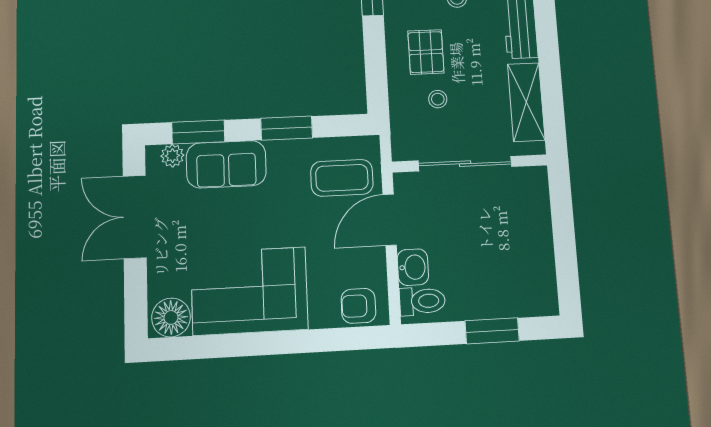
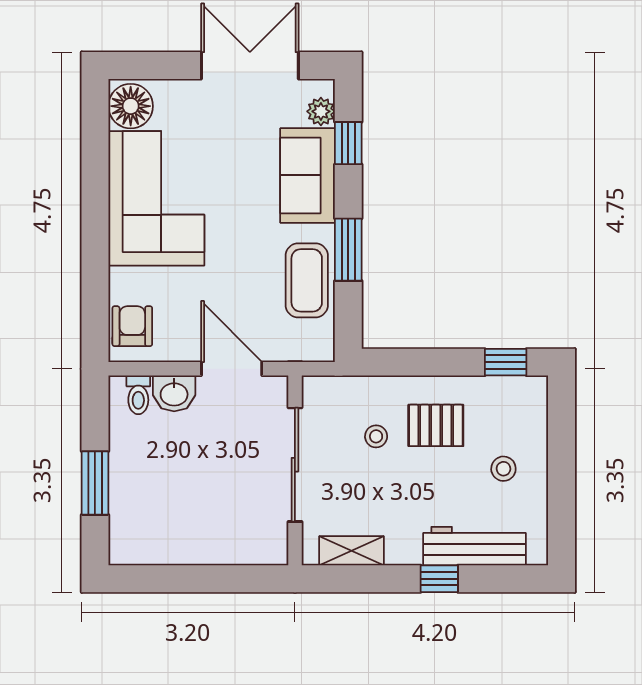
window: (548, 44) -> (439, 579), added
shelving: (526, 102) -> (352, 551), width x0.67, depth x0.75
window: (198, 132) -> (348, 143), width x0.67
coffee table: (342, 178) -> (307, 280), moved
toilet: (422, 301) -> (138, 395), width x0.73, depth x0.72

